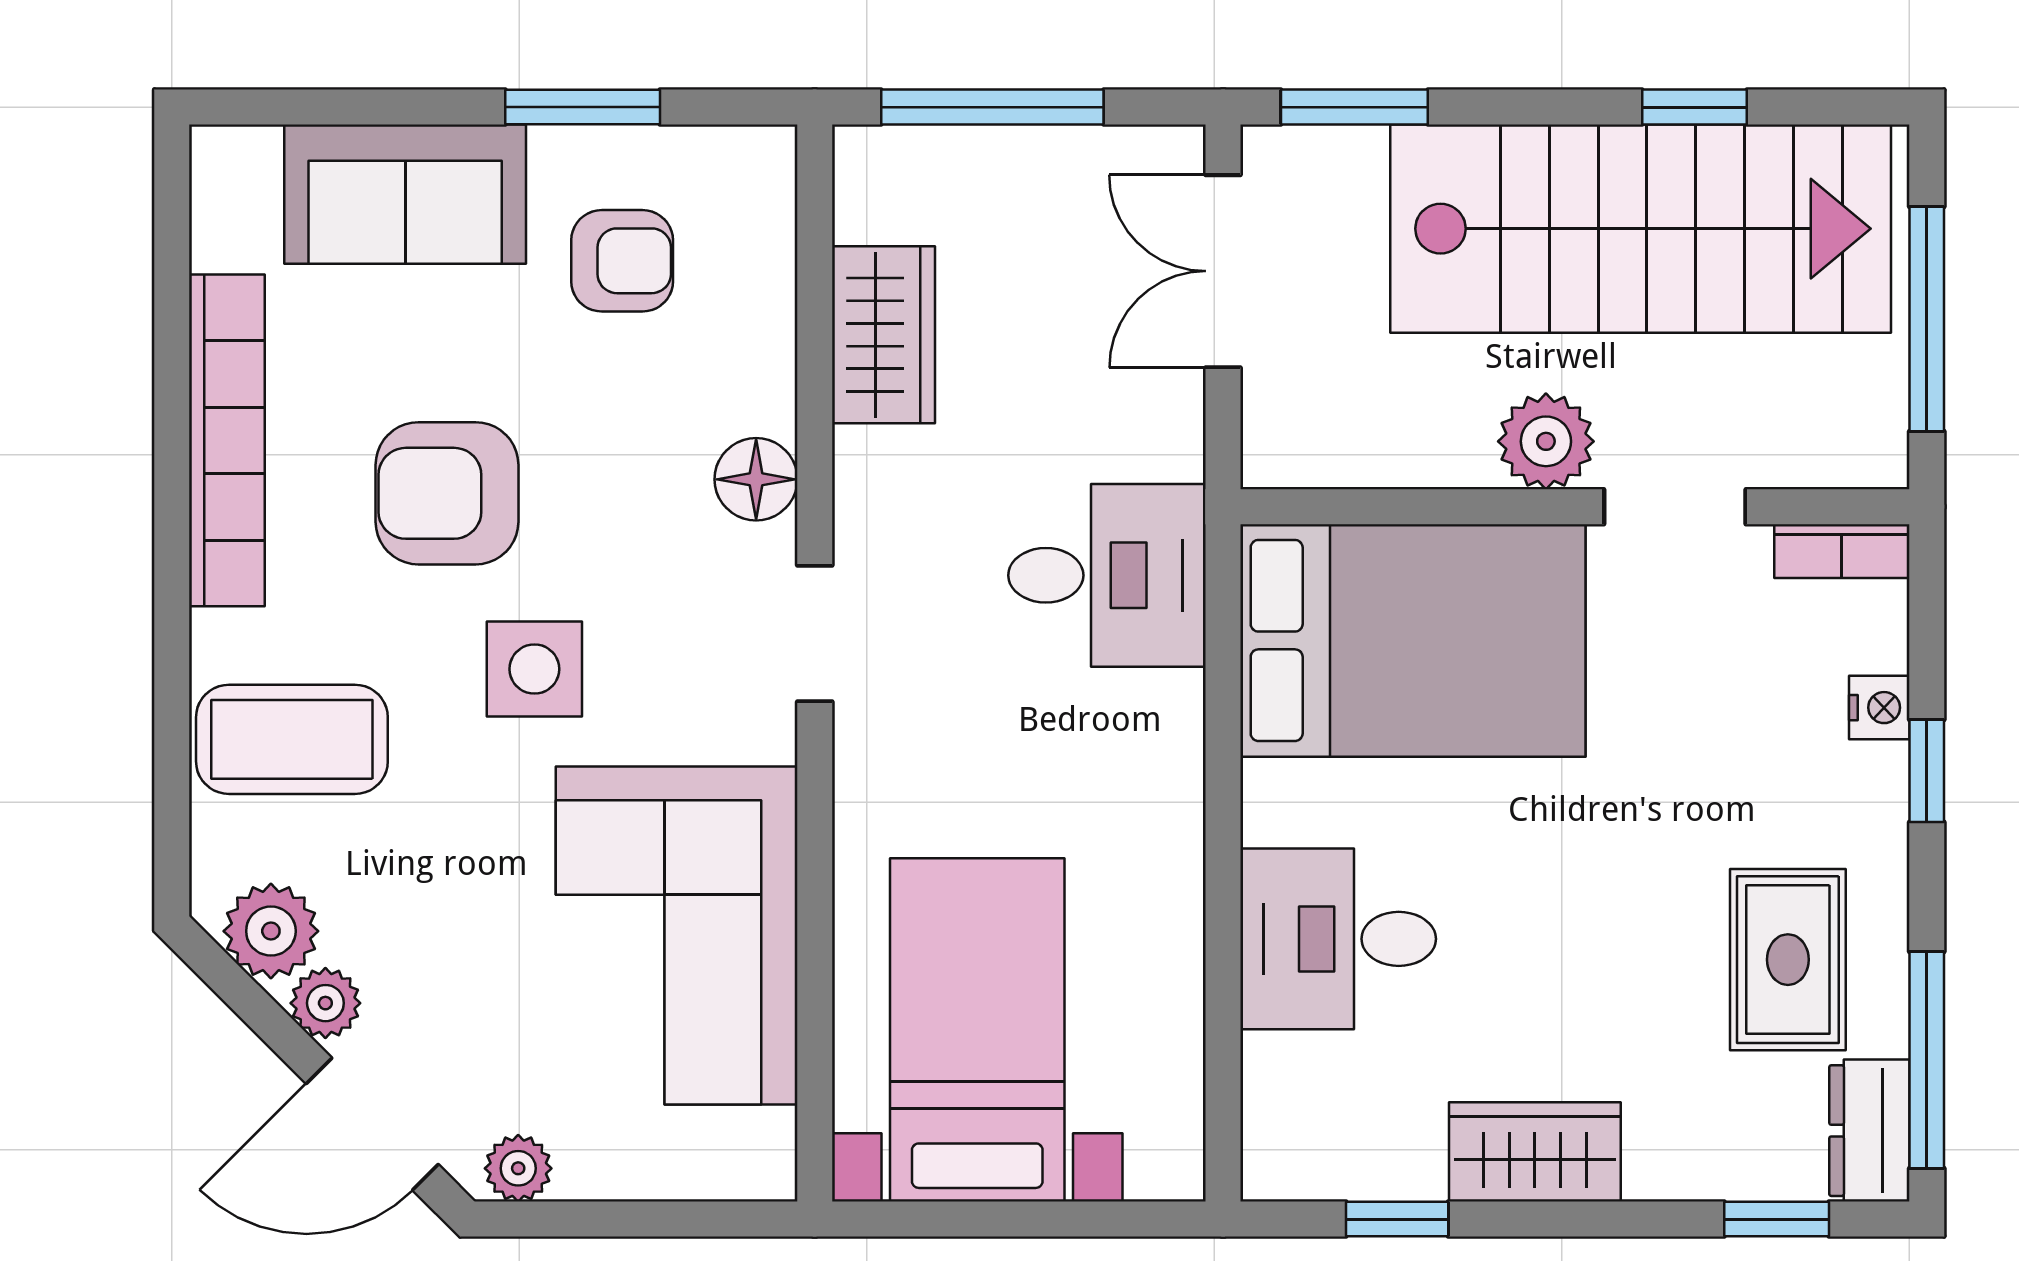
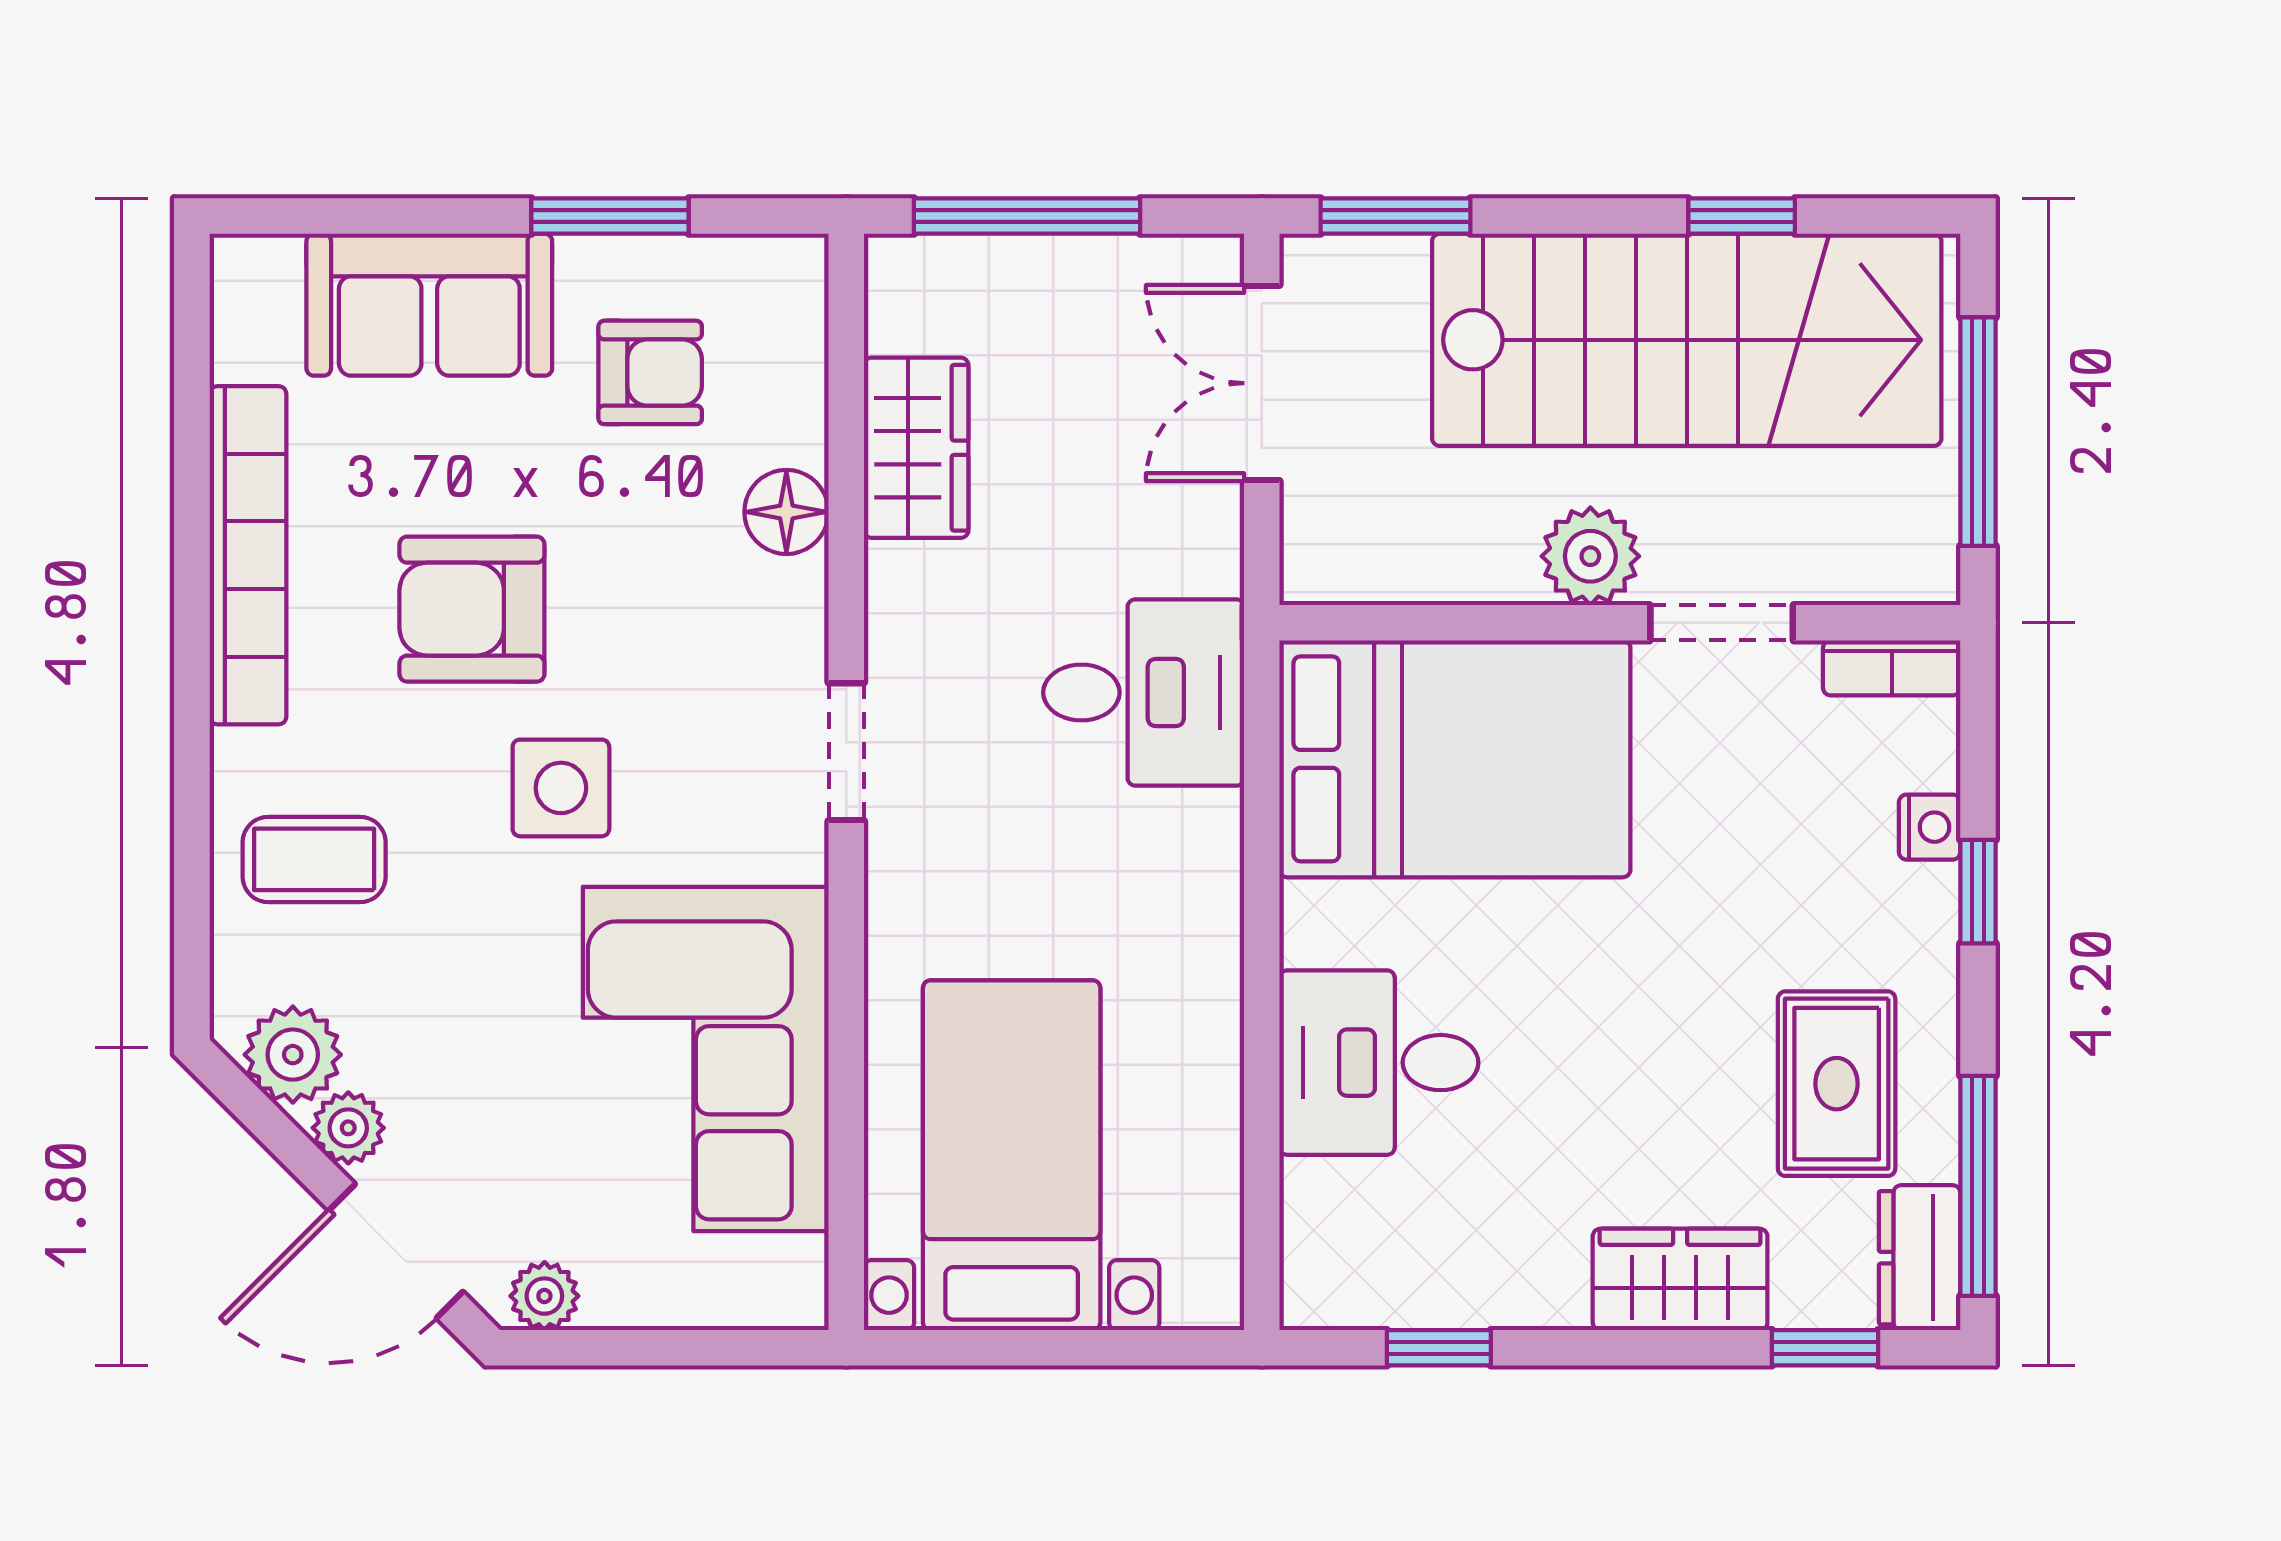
floor lamp: (756, 479) -> (786, 512), moved
coffee table: (292, 739) -> (314, 859), width x0.73, depth x0.77
wardrobe: (1535, 1152) -> (1680, 1279), moved

